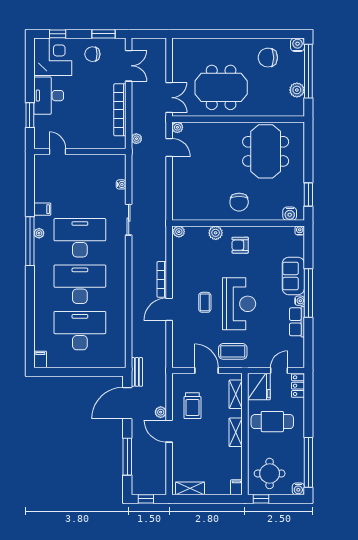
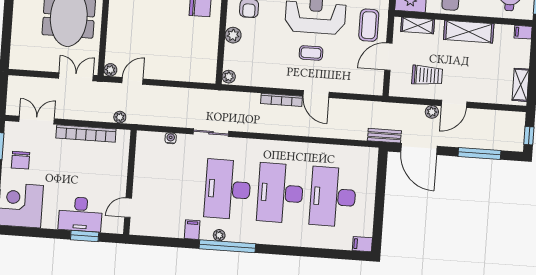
desk: (49, 96) -> (80, 214), moved
shelving: (236, 432) -> (469, 32), width x1.50, depth x1.33

